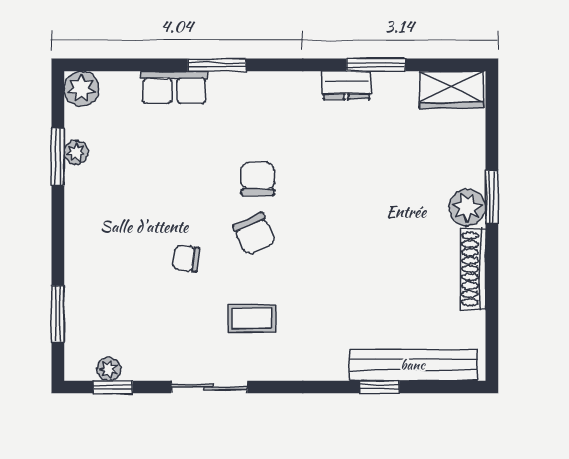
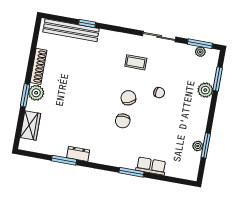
plant: (82, 89) -> (205, 90), moved
wardrobe: (452, 90) -> (30, 125), moved, turned 90
window: (113, 387) -> (200, 44), width x1.50

